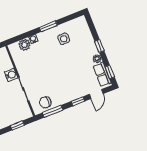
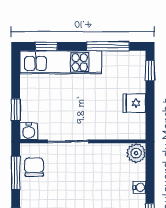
plant: (24, 45) -> (136, 153), moved
water cooler: (11, 75) -> (29, 131), moved

